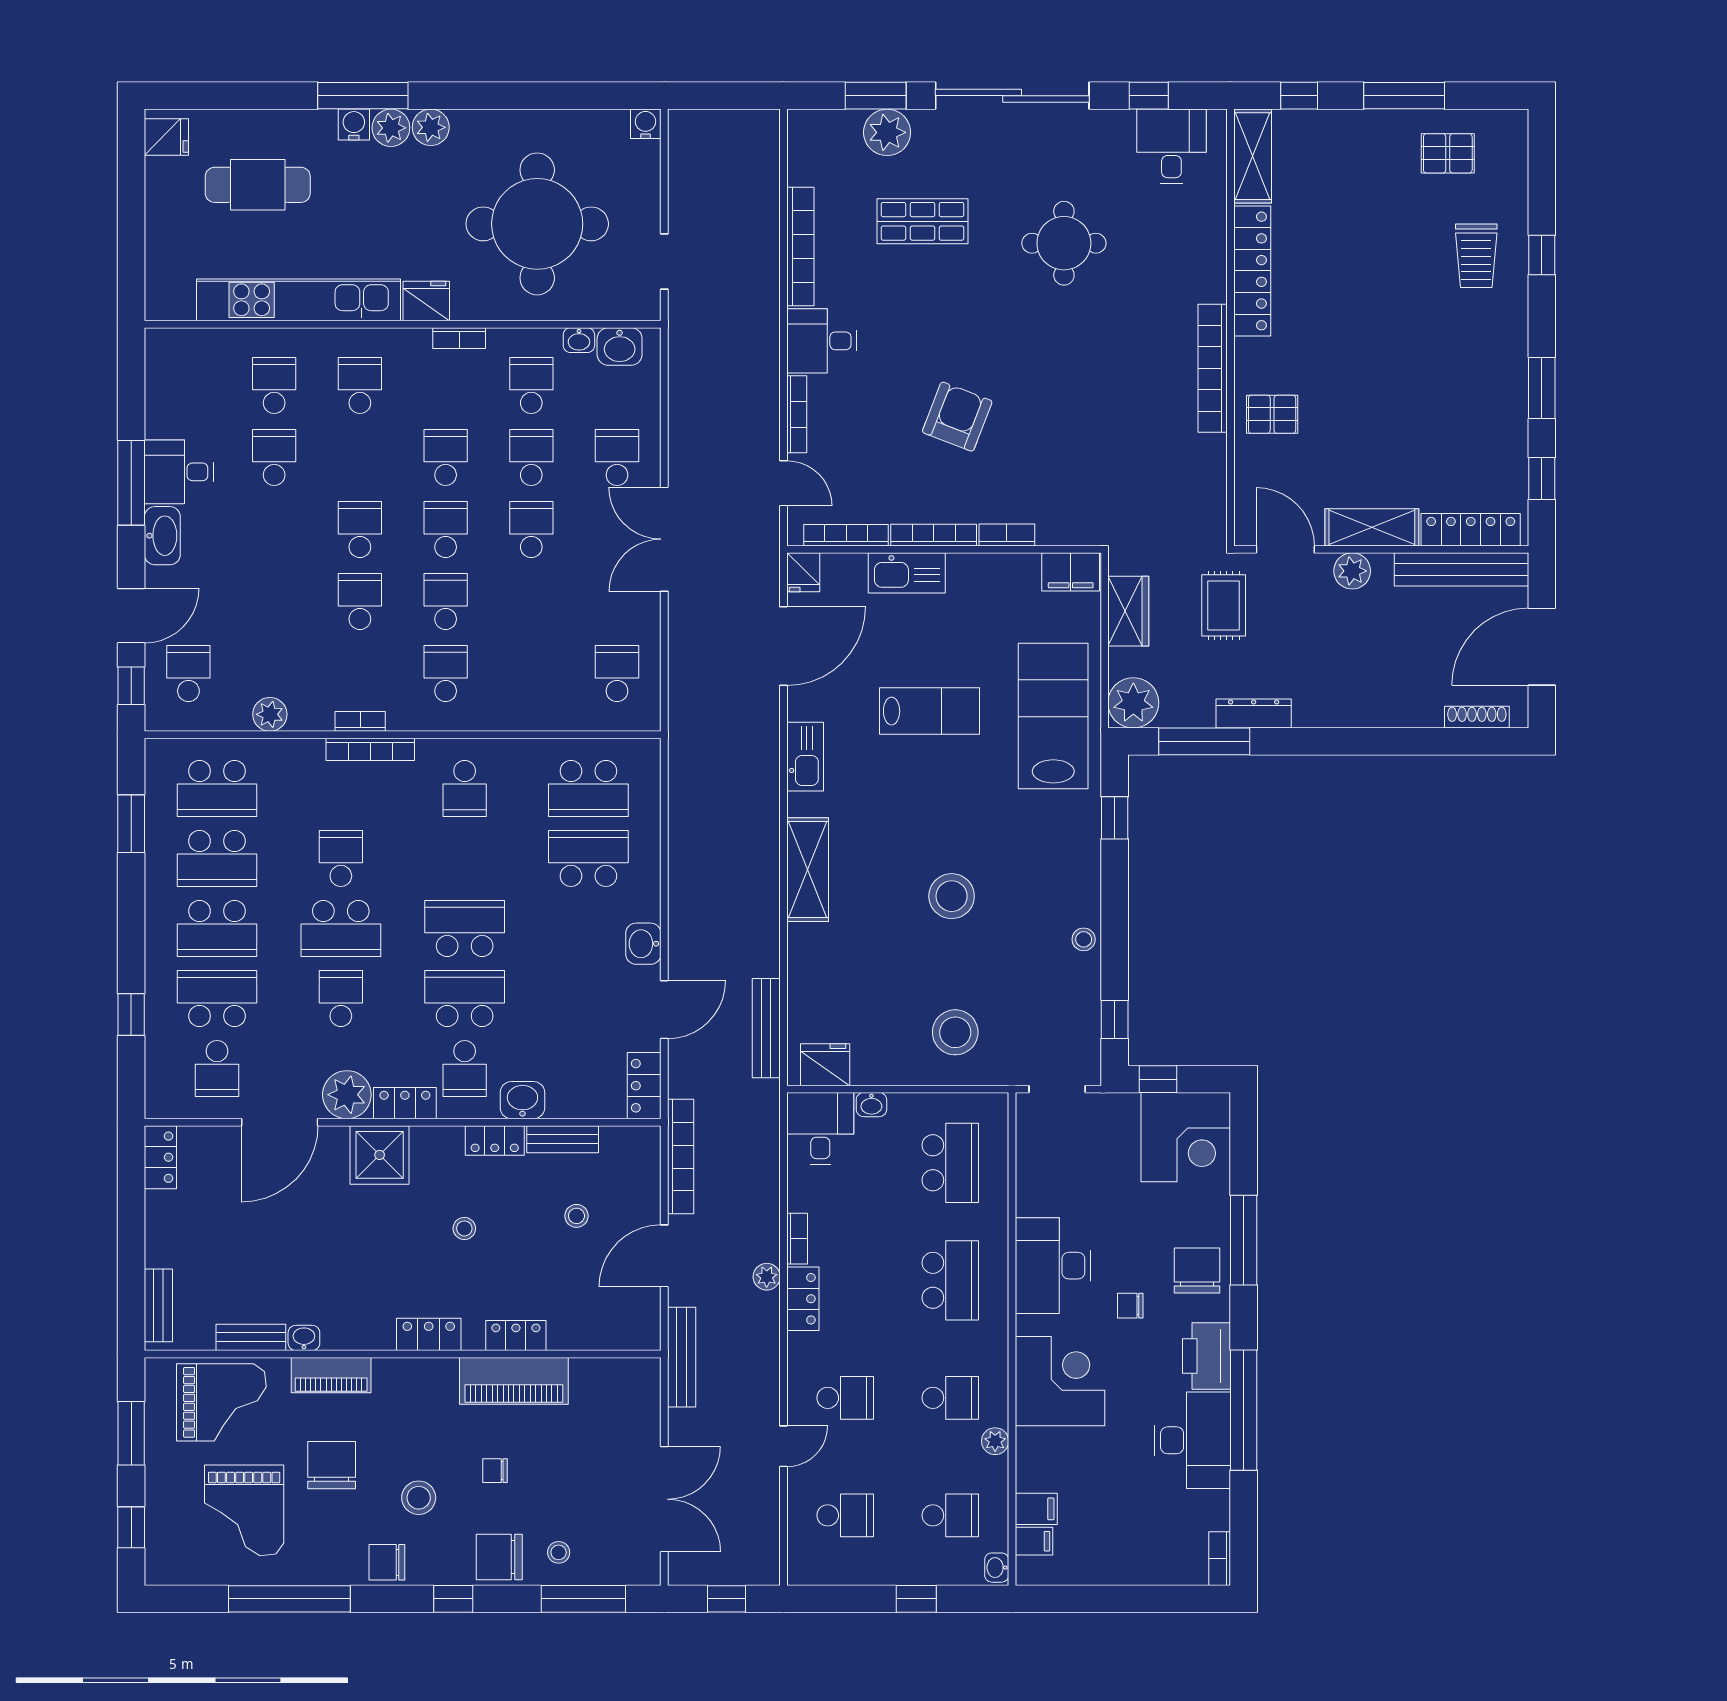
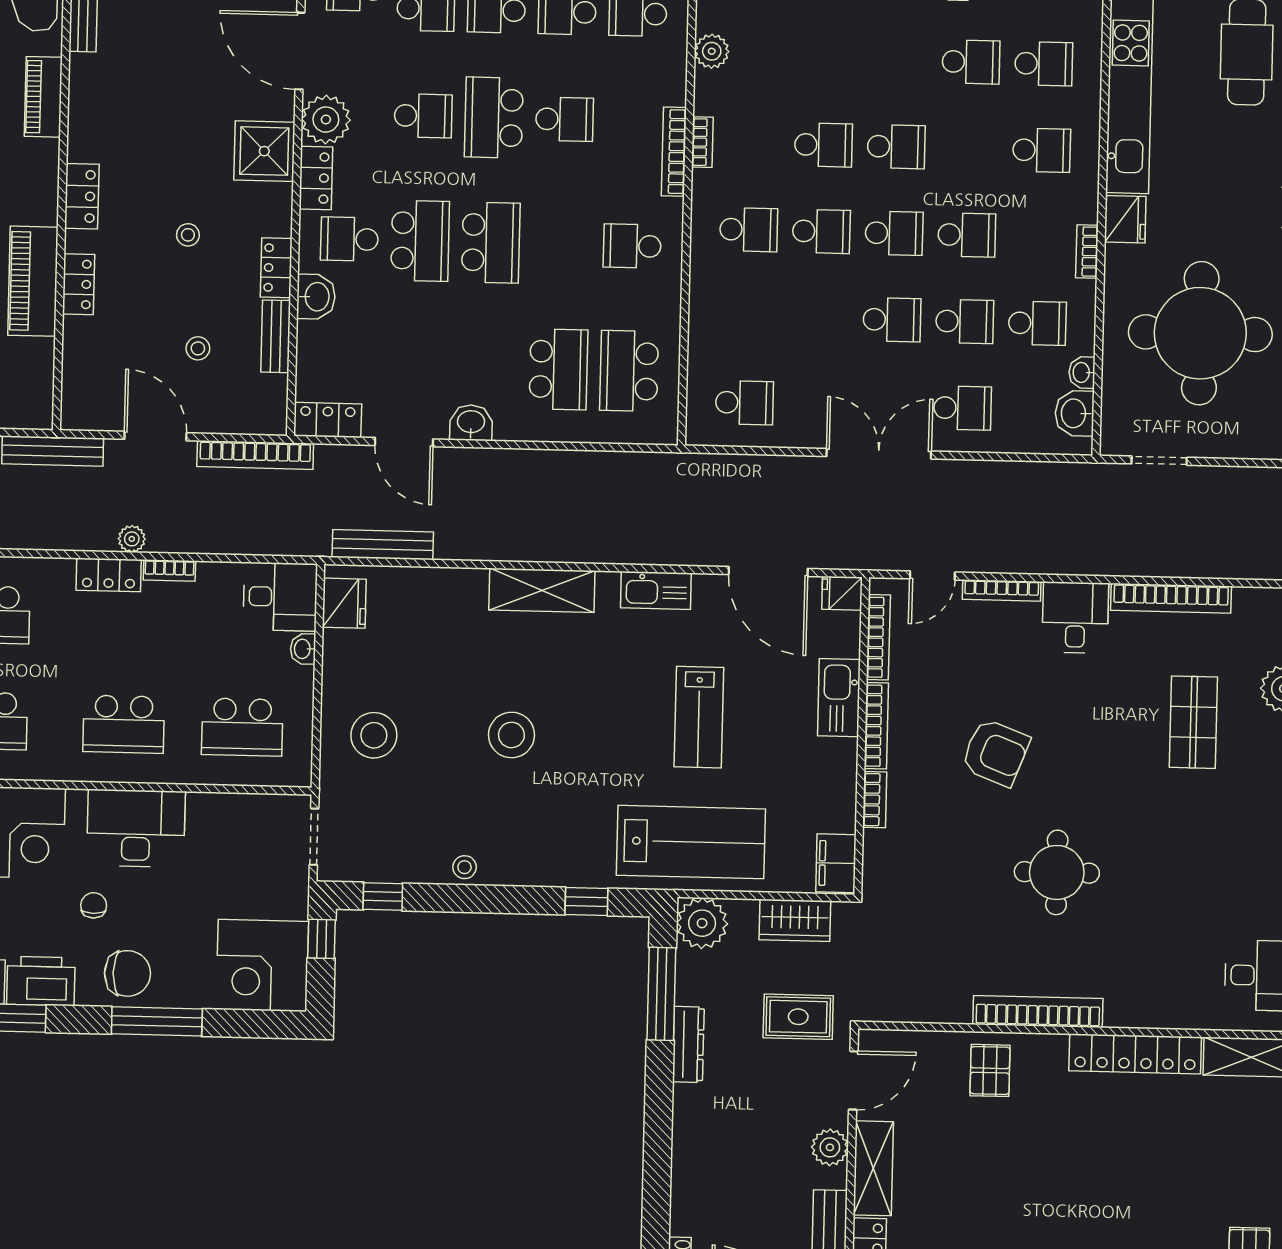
round table: (1064, 243) -> (1057, 872), moved
washbasin: (304, 1338) -> (81, 70), removed

